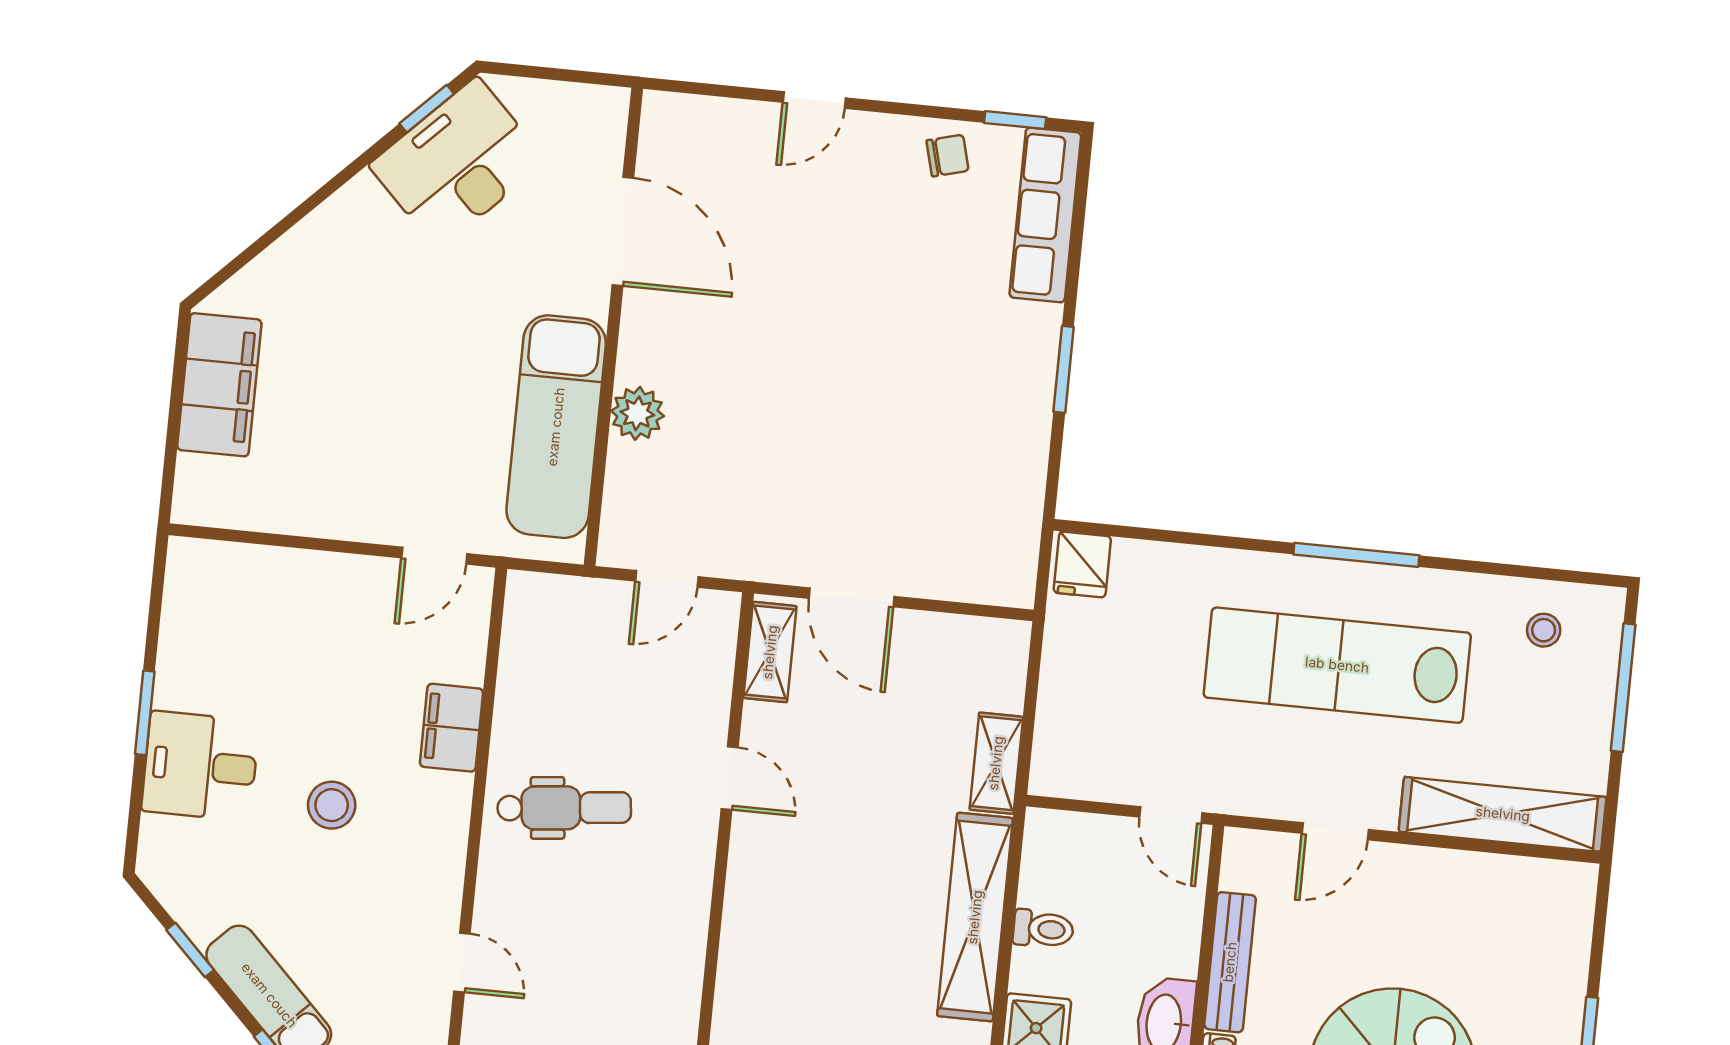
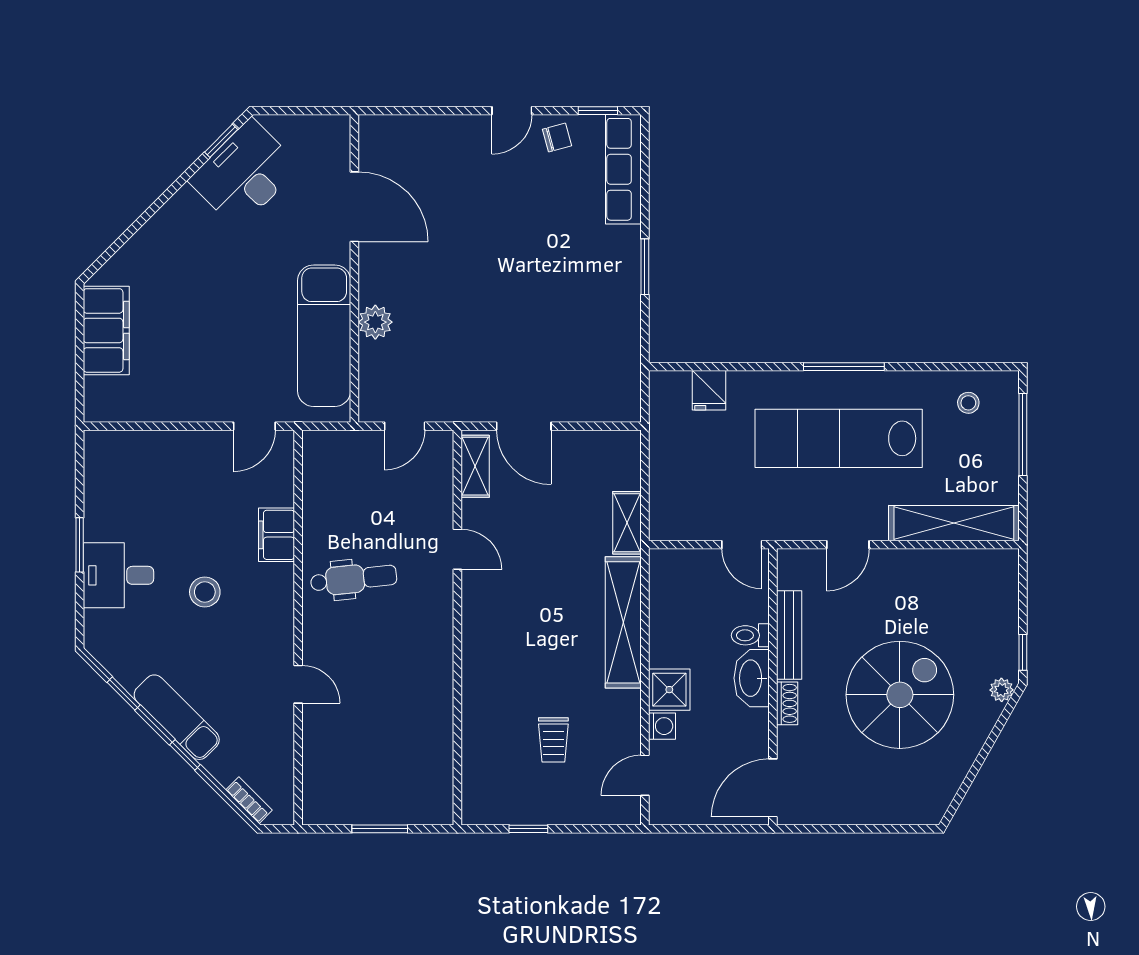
door: (814, 100) -> (512, 111), moved
fridge: (1082, 564) -> (709, 390), moved
toilet: (1043, 929) -> (750, 635), moved, turned 180

